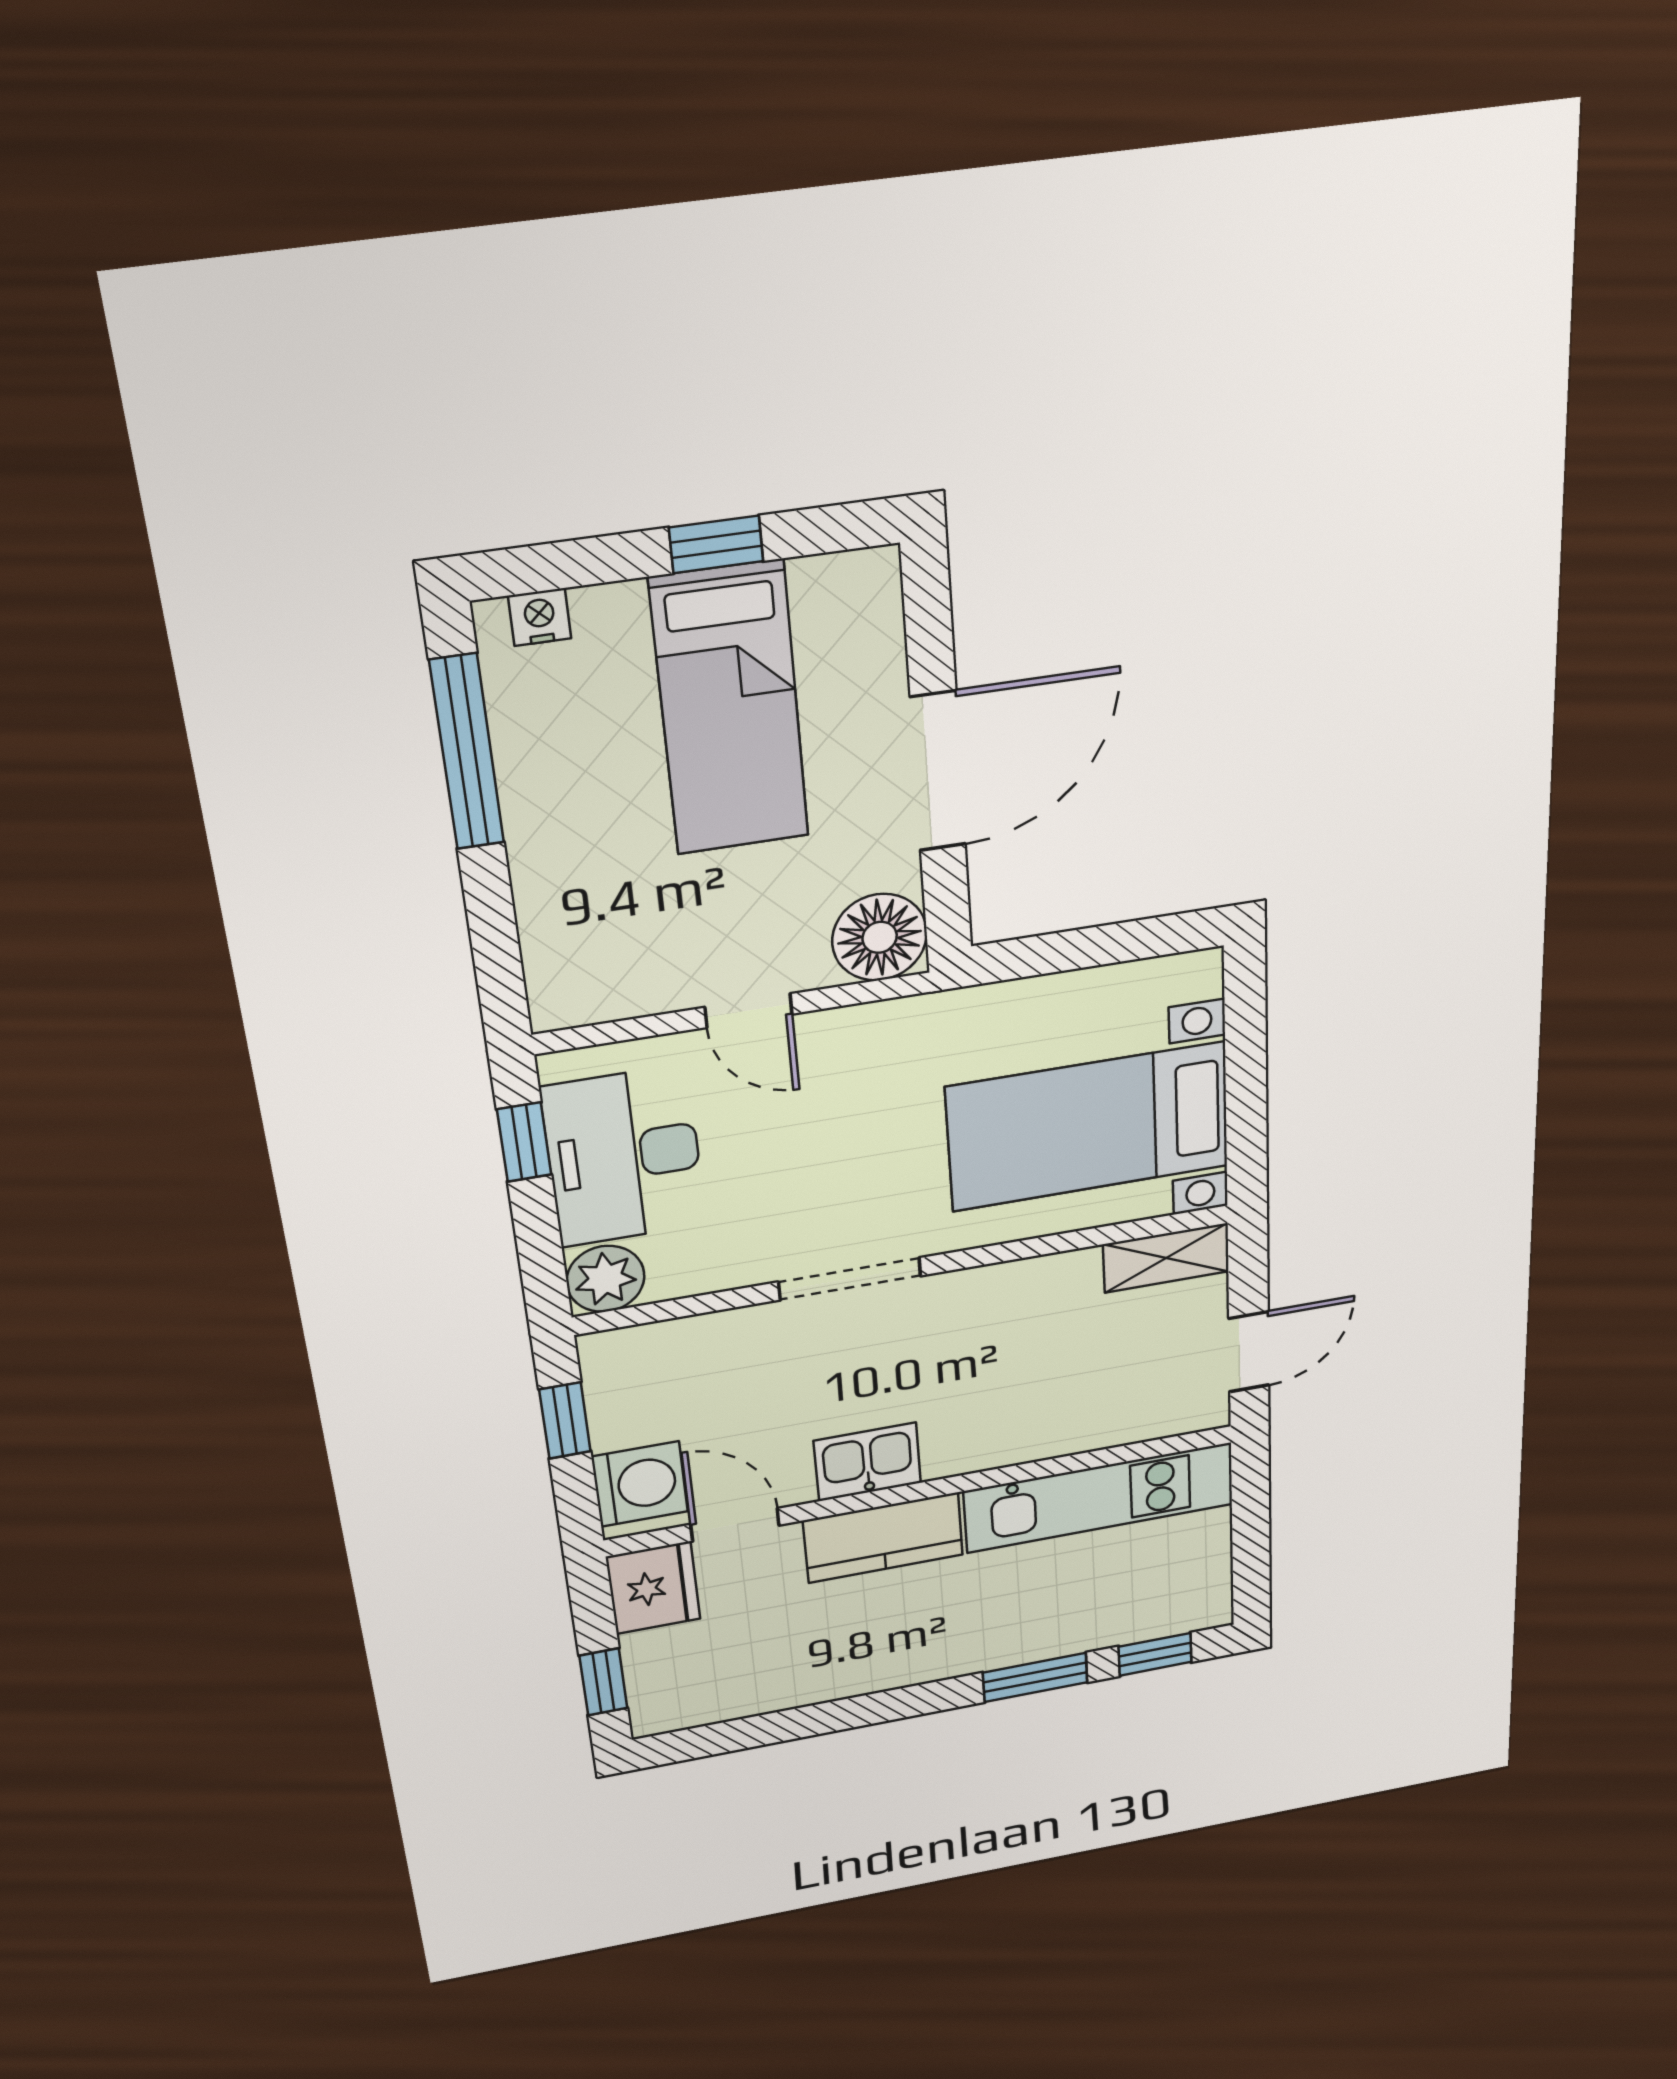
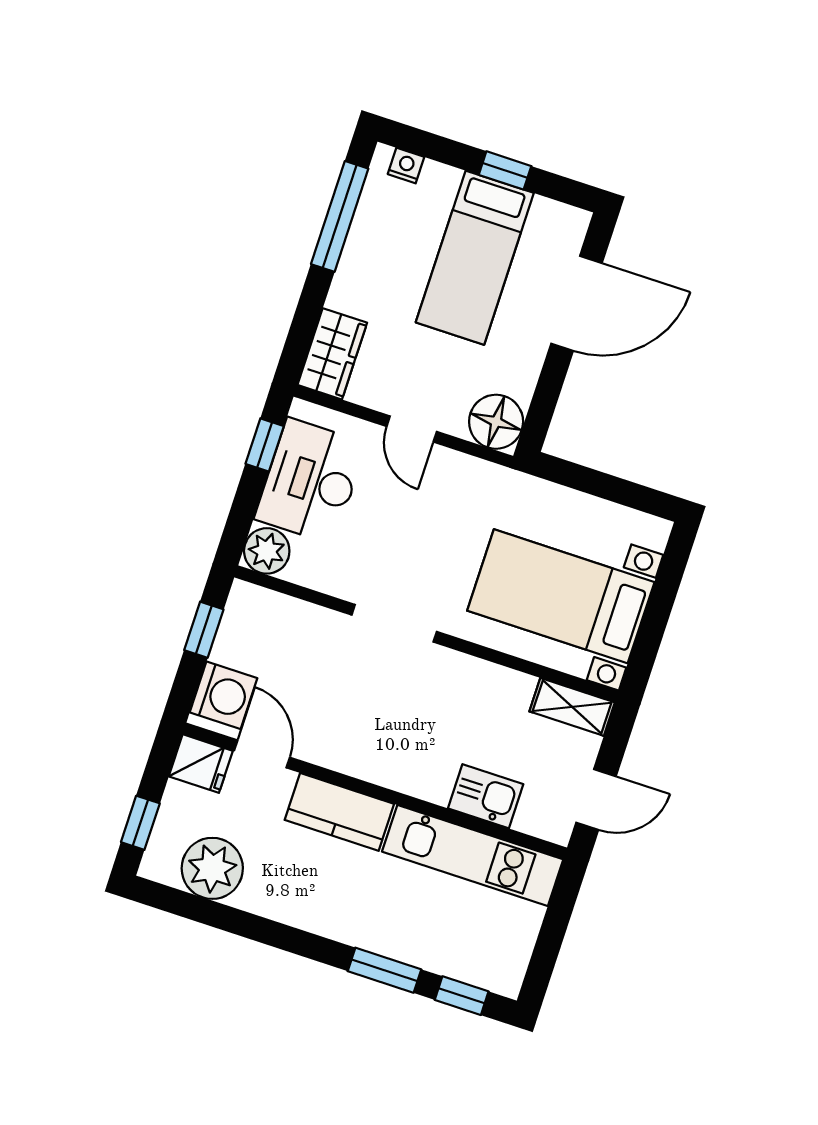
door: (938, 771) -> (576, 303), moved
wardrobe: (564, 964) -> (332, 354), added
kitchen sink: (867, 1462) -> (486, 796), moved
fridge: (653, 1588) -> (201, 764), width x0.72
plant: (735, 1683) -> (212, 868), added

